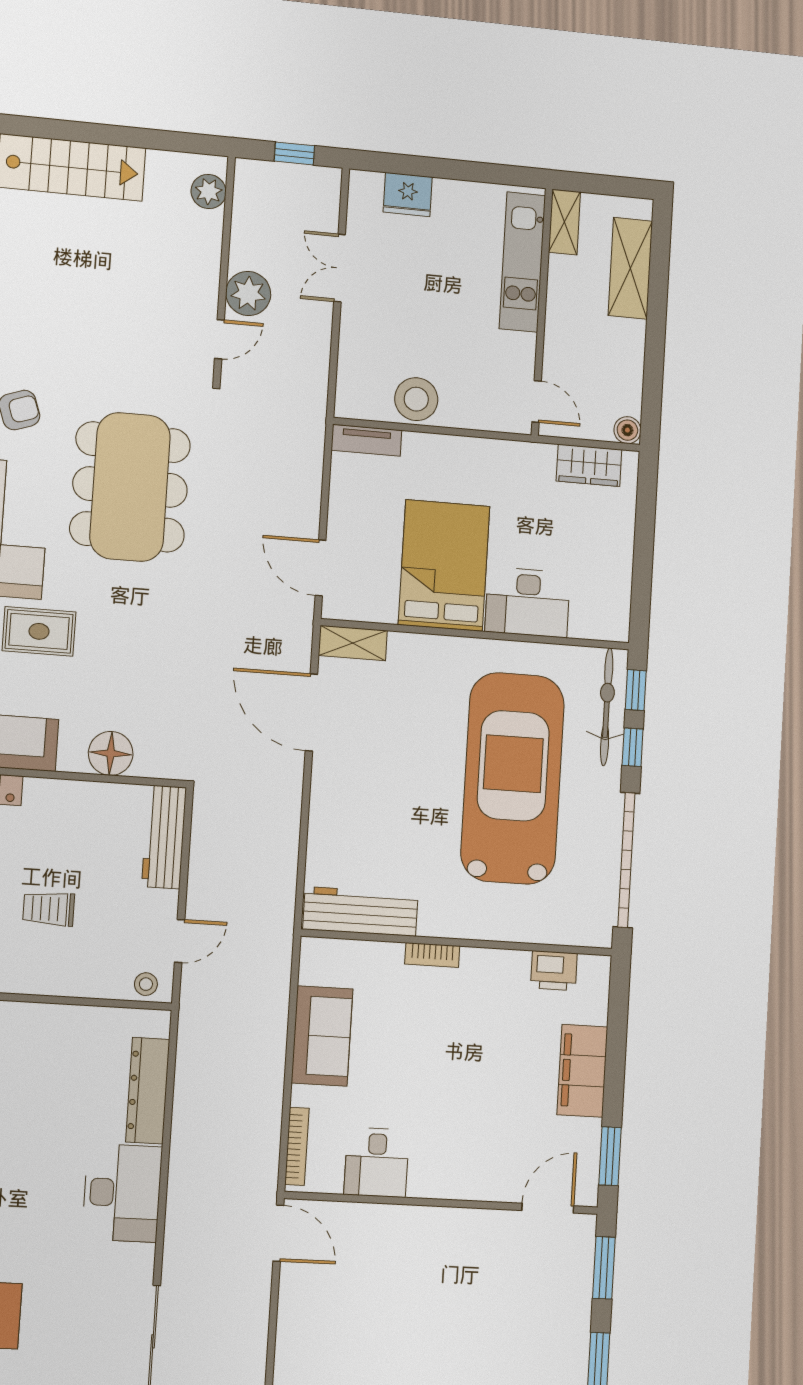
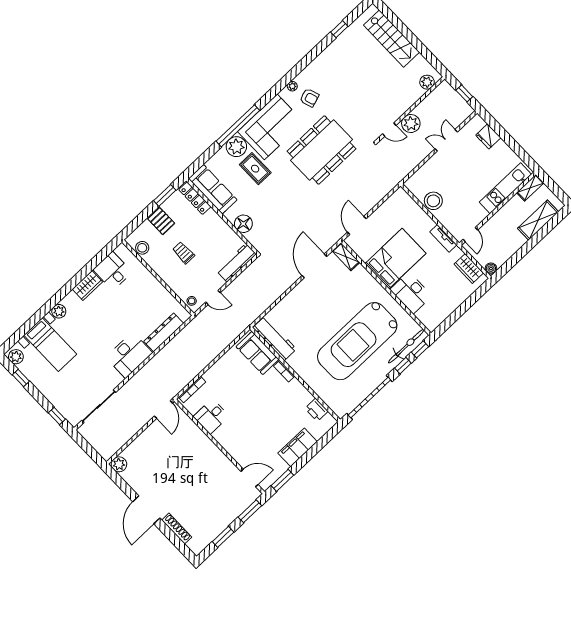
tv unit: (367, 440) -> (443, 238), moved
car: (513, 778) -> (357, 341), turned 180
sofa: (322, 1036) -> (257, 353), moved, turned 90

